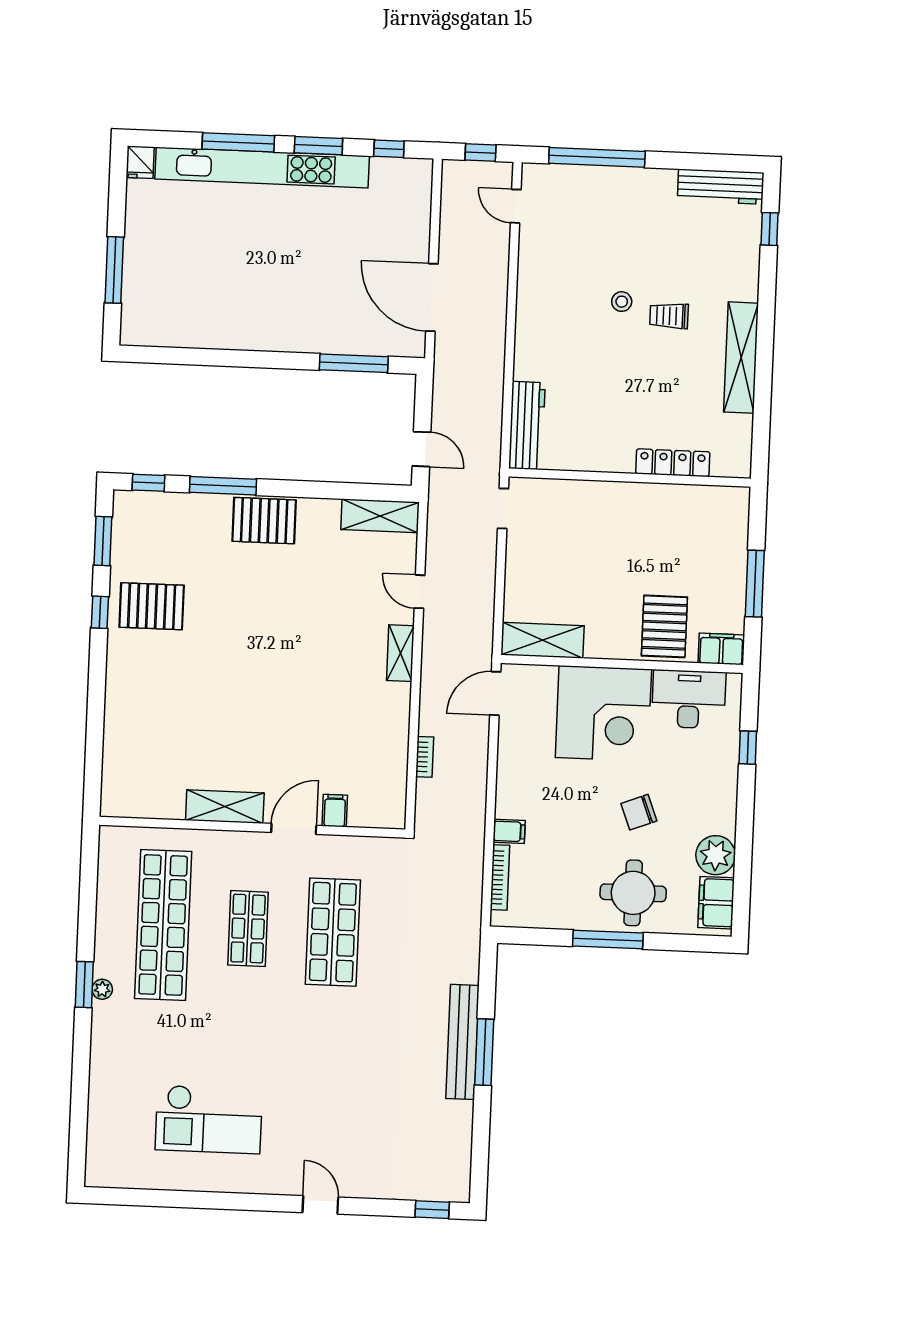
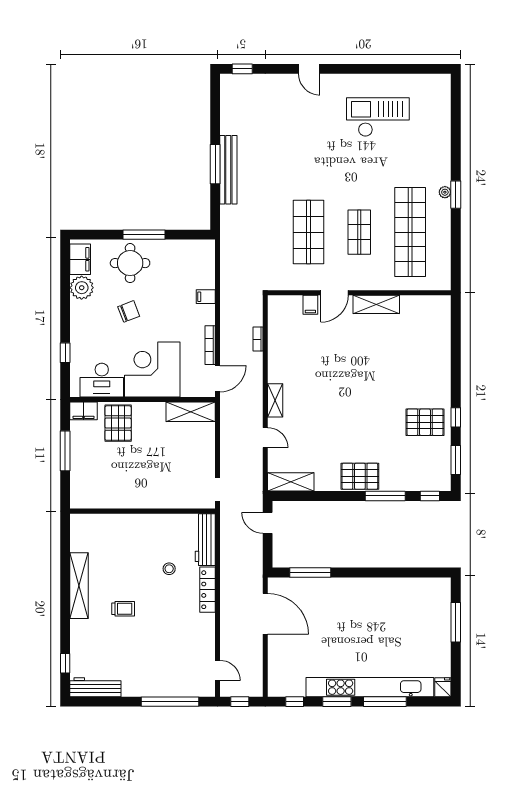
stool: (622, 302) -> (169, 569), moved
locker: (673, 463) -> (208, 590), moved, turned 90
bookcase: (500, 877) -> (210, 345), moved

